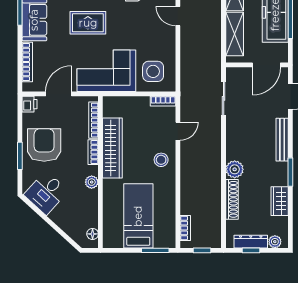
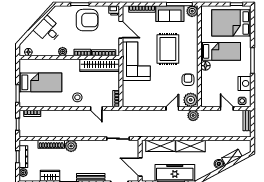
rug: (88, 23) -> (168, 49), width x1.36, depth x1.43
side table: (153, 71) -> (136, 92), removed
wardrobe: (112, 148) -> (100, 65), moved
desk: (46, 193) -> (48, 30), moved

